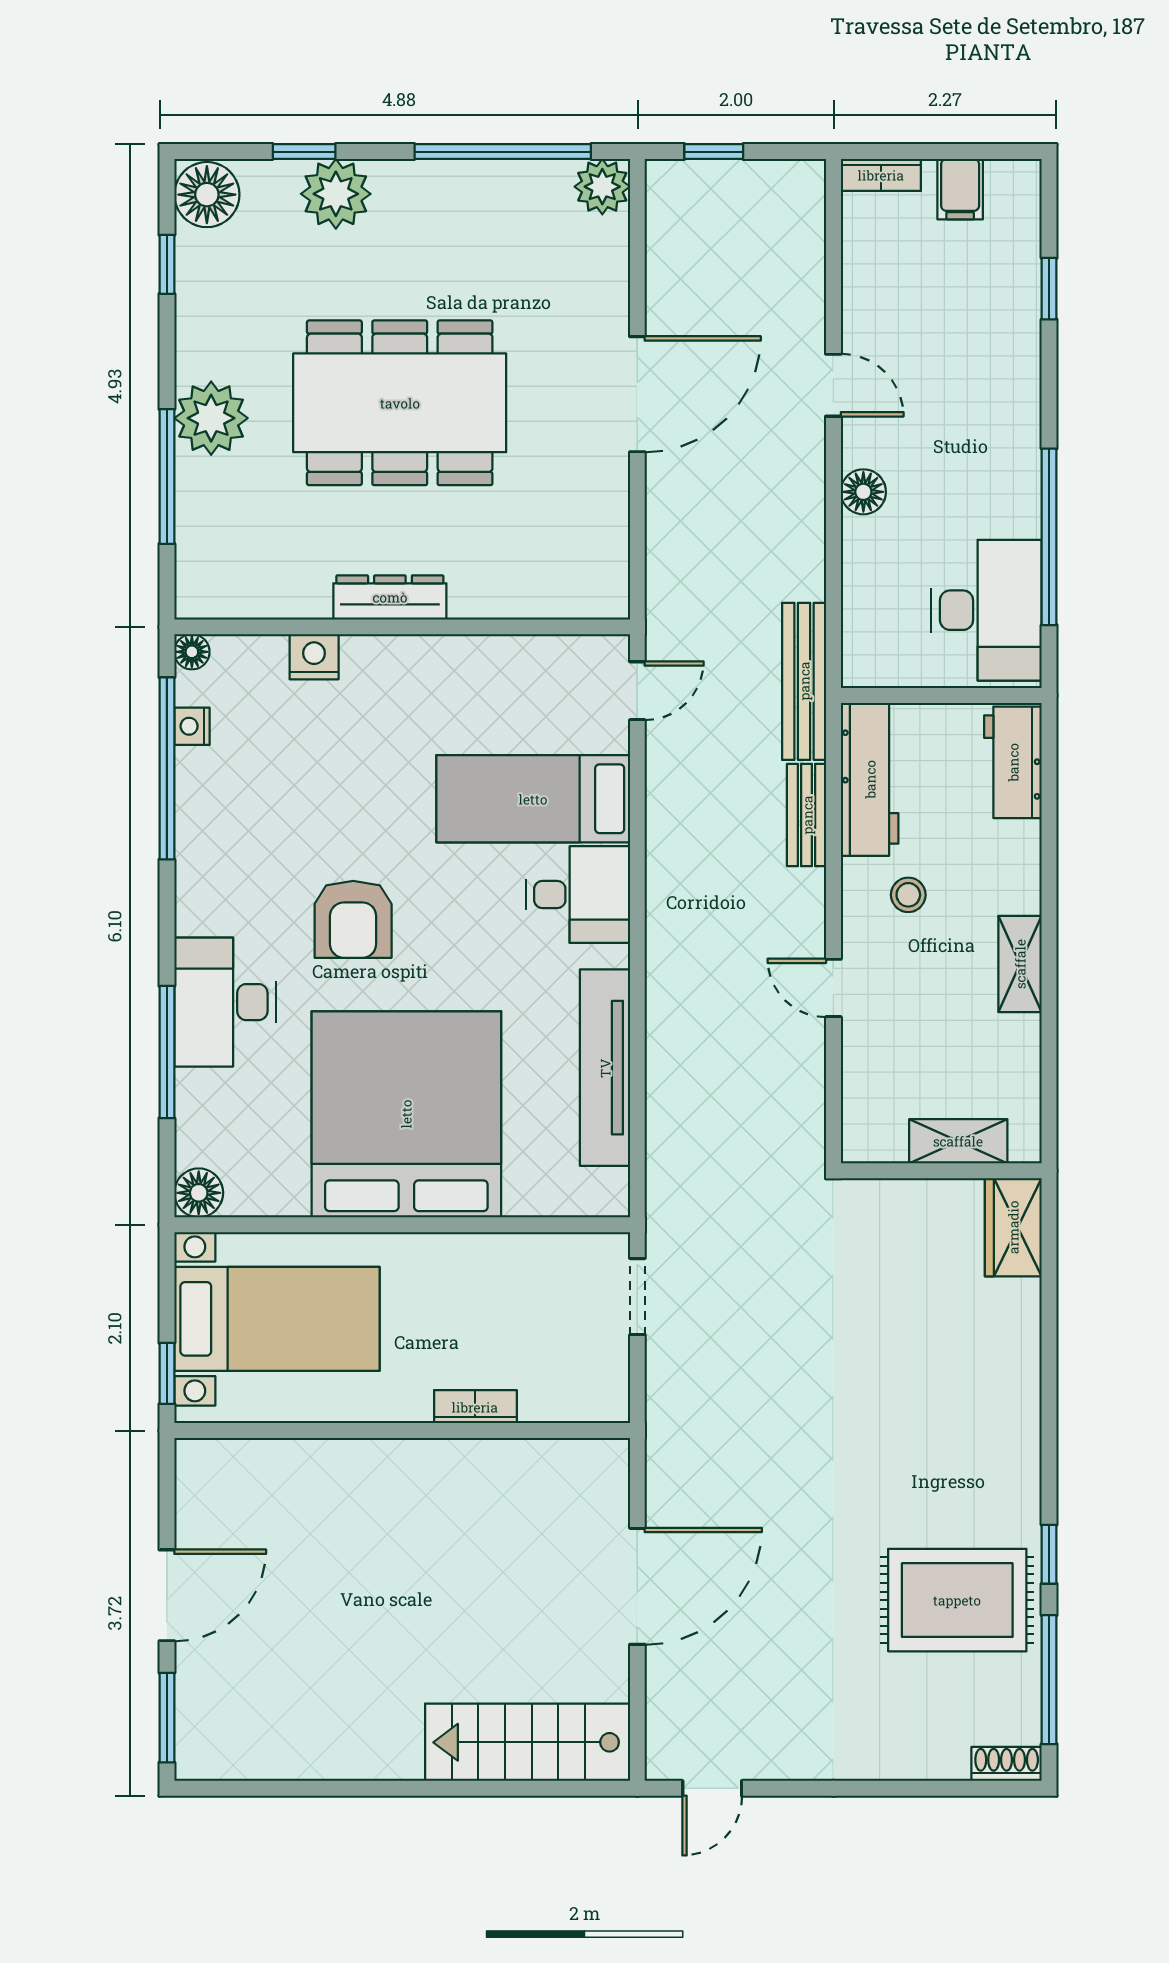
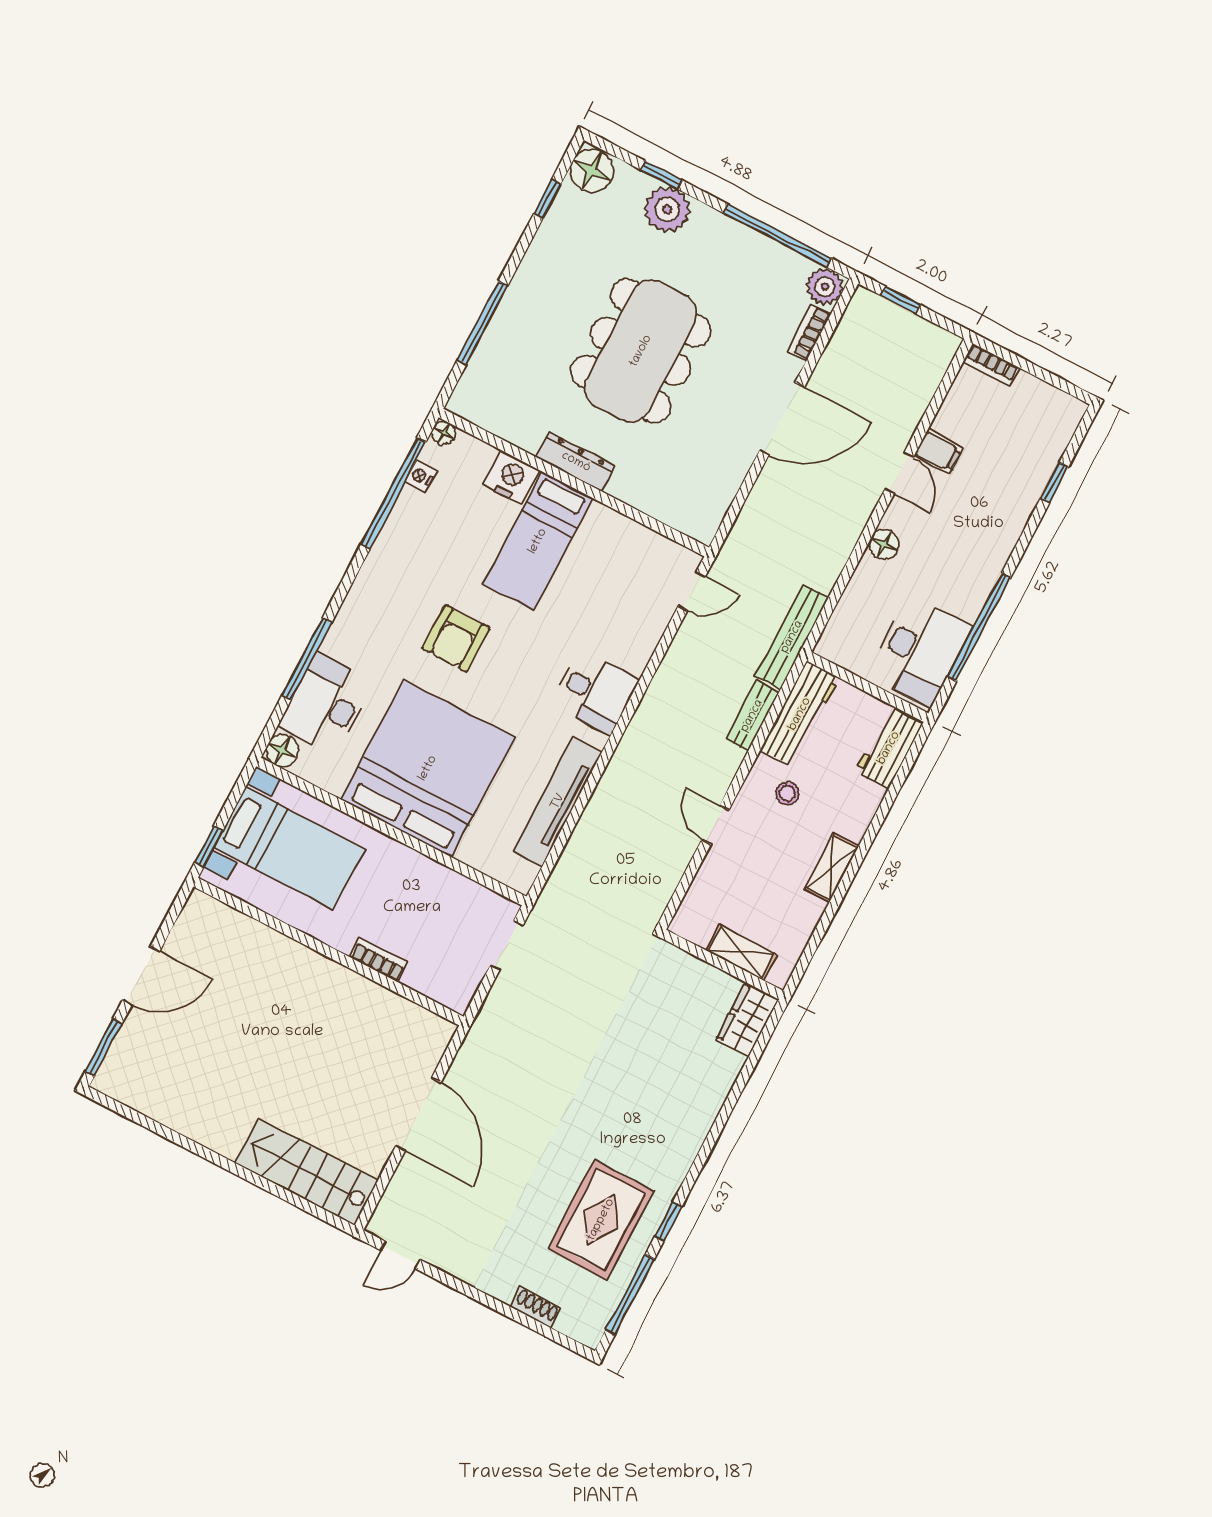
filing cabinet: (960, 189) -> (938, 452), moved, turned -90
bookcase: (614, 259) -> (809, 332), added
dining table: (400, 403) -> (641, 351), turned 90
plant: (211, 418) -> (526, 302), removed
nightstand: (314, 657) -> (511, 477), width x1.36, depth x1.33
bed: (533, 799) -> (538, 541), moved, turned -90
desk: (225, 1002) -> (326, 705), moved
door: (637, 1586) -> (418, 1114), hinge flipped
rug: (957, 1600) -> (601, 1220), turned 90
shoe rack: (1007, 1764) -> (536, 1308), moved

